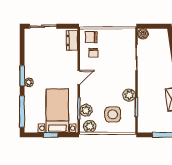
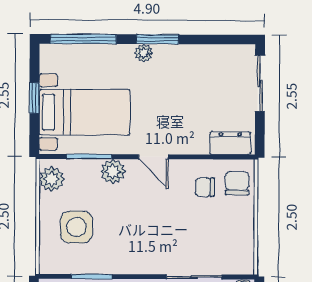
plant: (129, 95) -> (117, 261), removed
plant: (86, 110) -> (113, 172), moved

